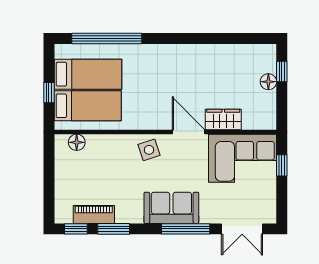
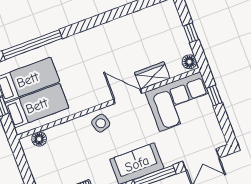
window: (282, 72) -> (191, 33), moved
floor lamp: (268, 82) -> (189, 62), moved

